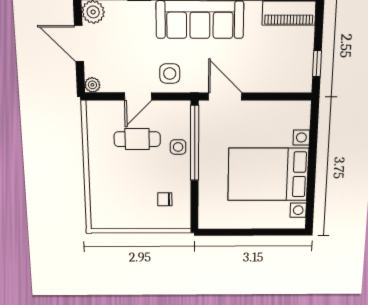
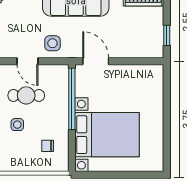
door: (138, 96) -> (28, 61), hinge flipped
side table: (178, 147) -> (17, 125), moved
bed with nightstands: (268, 174) -> (107, 135), moved, turned 180

